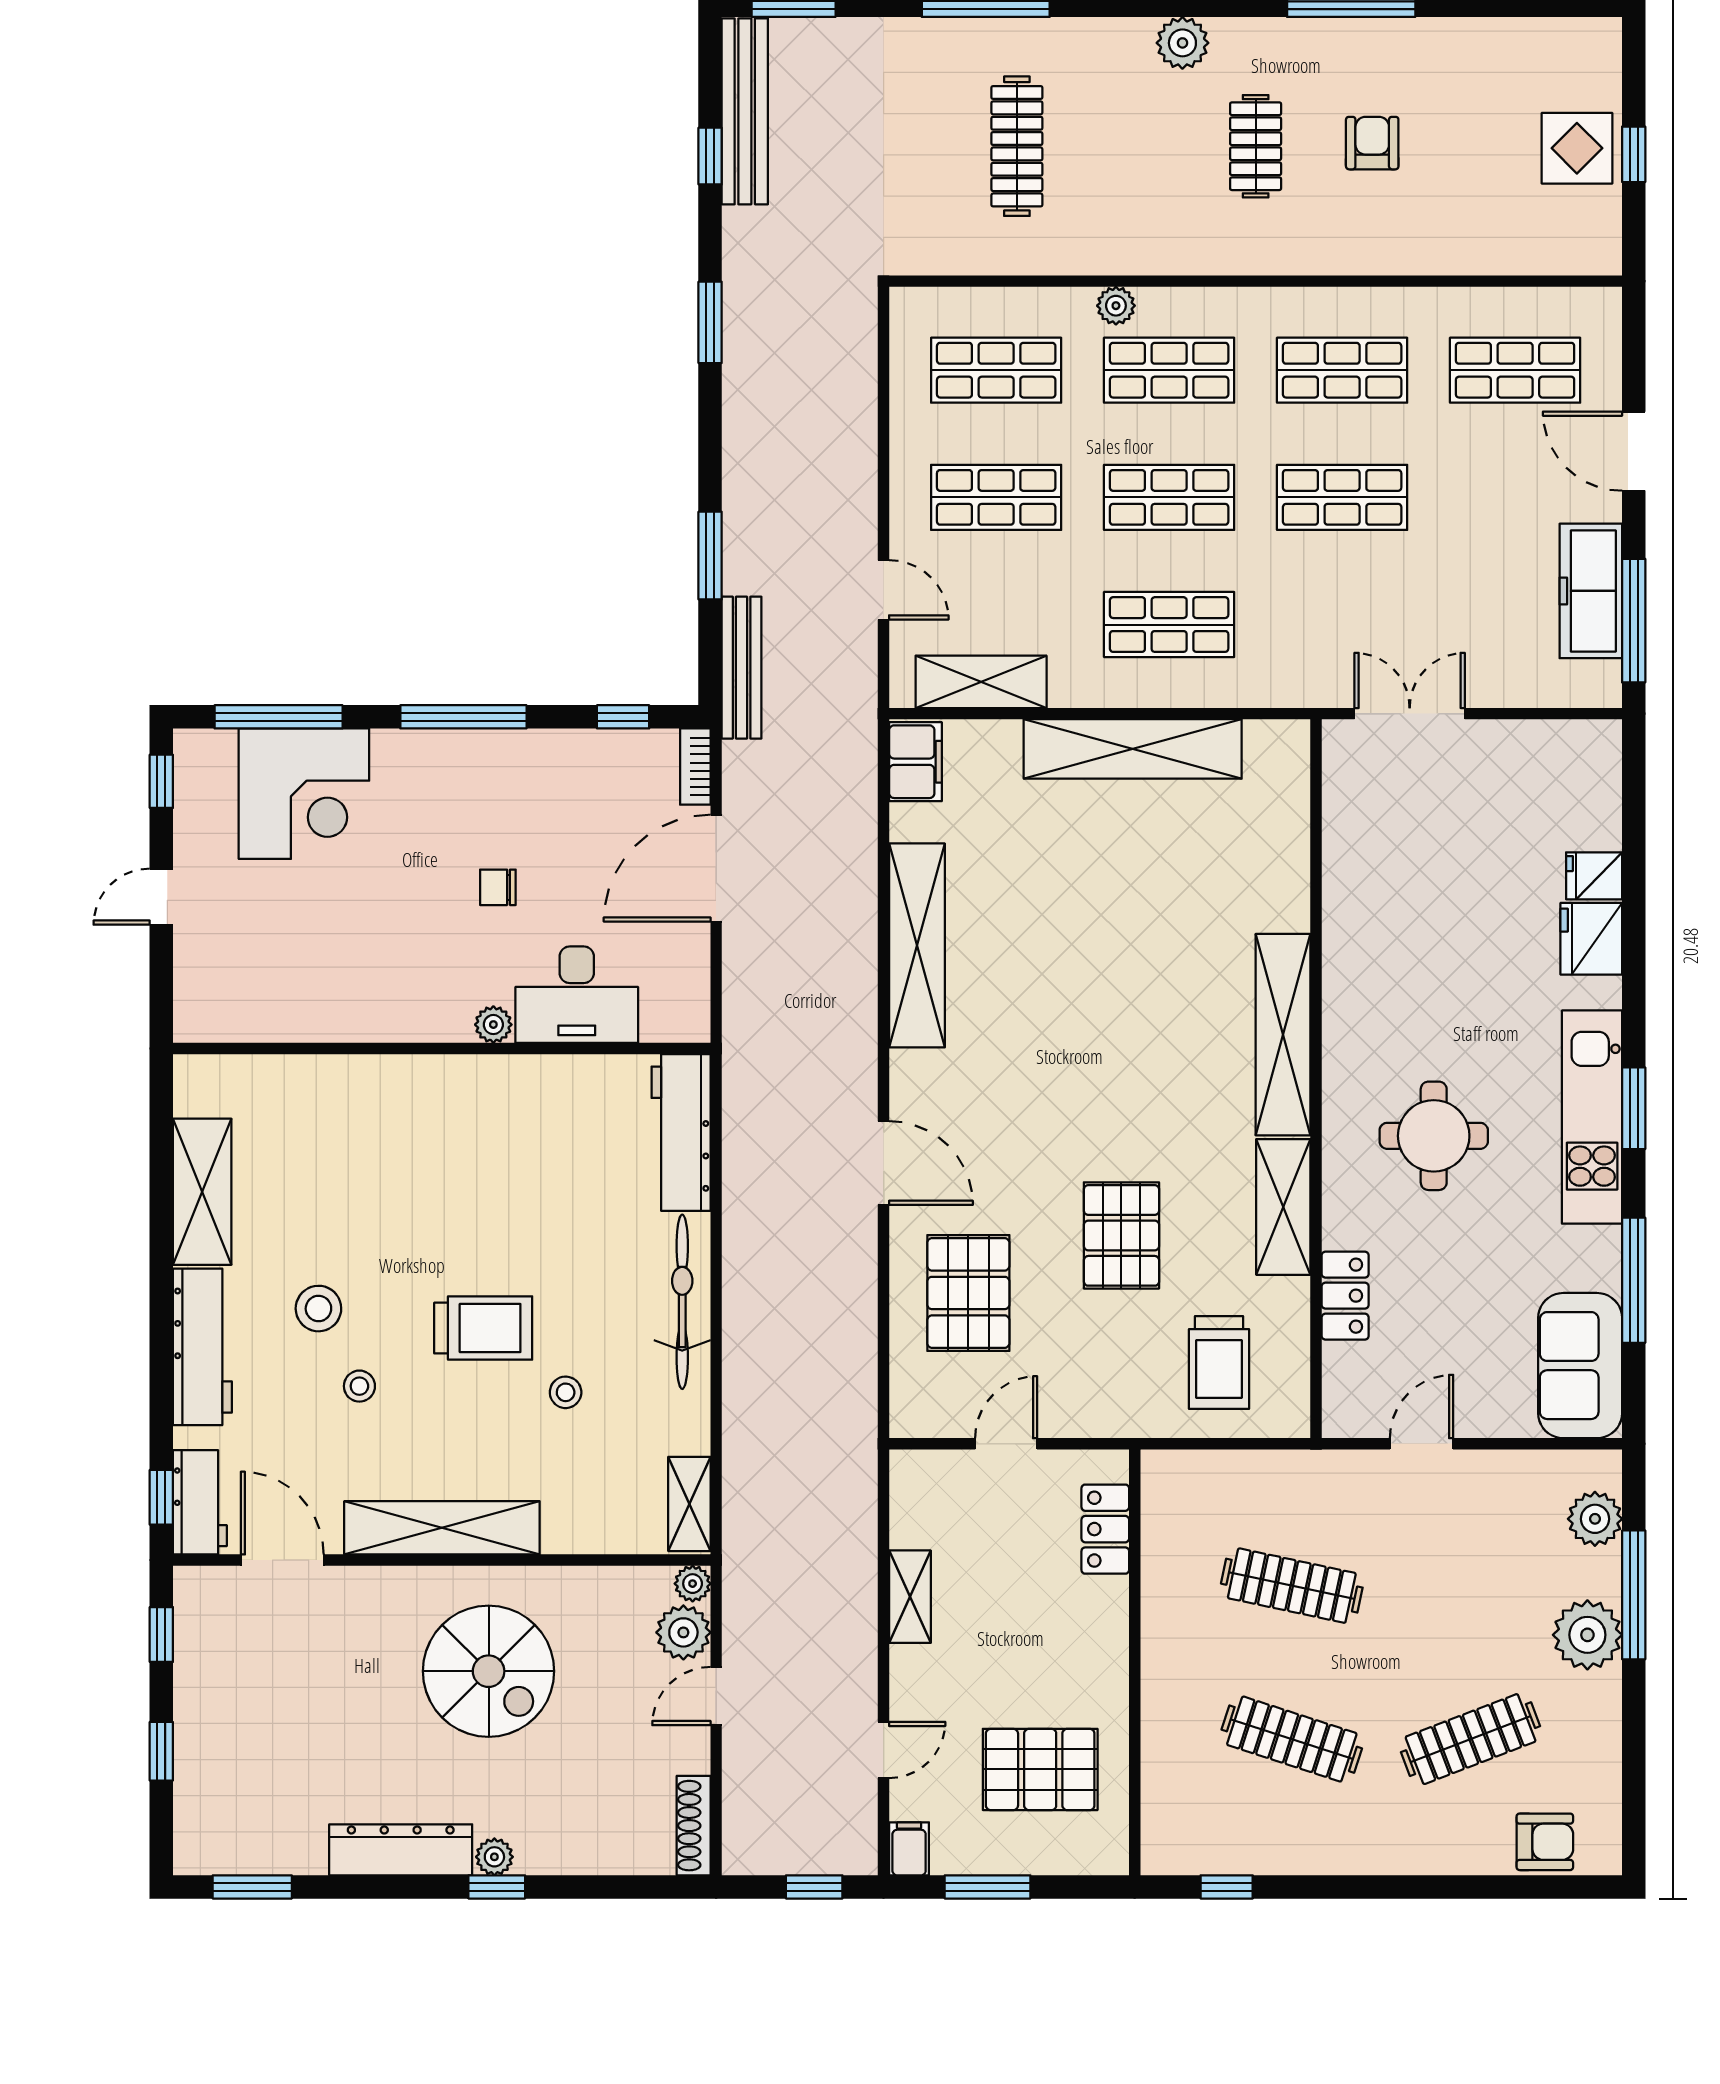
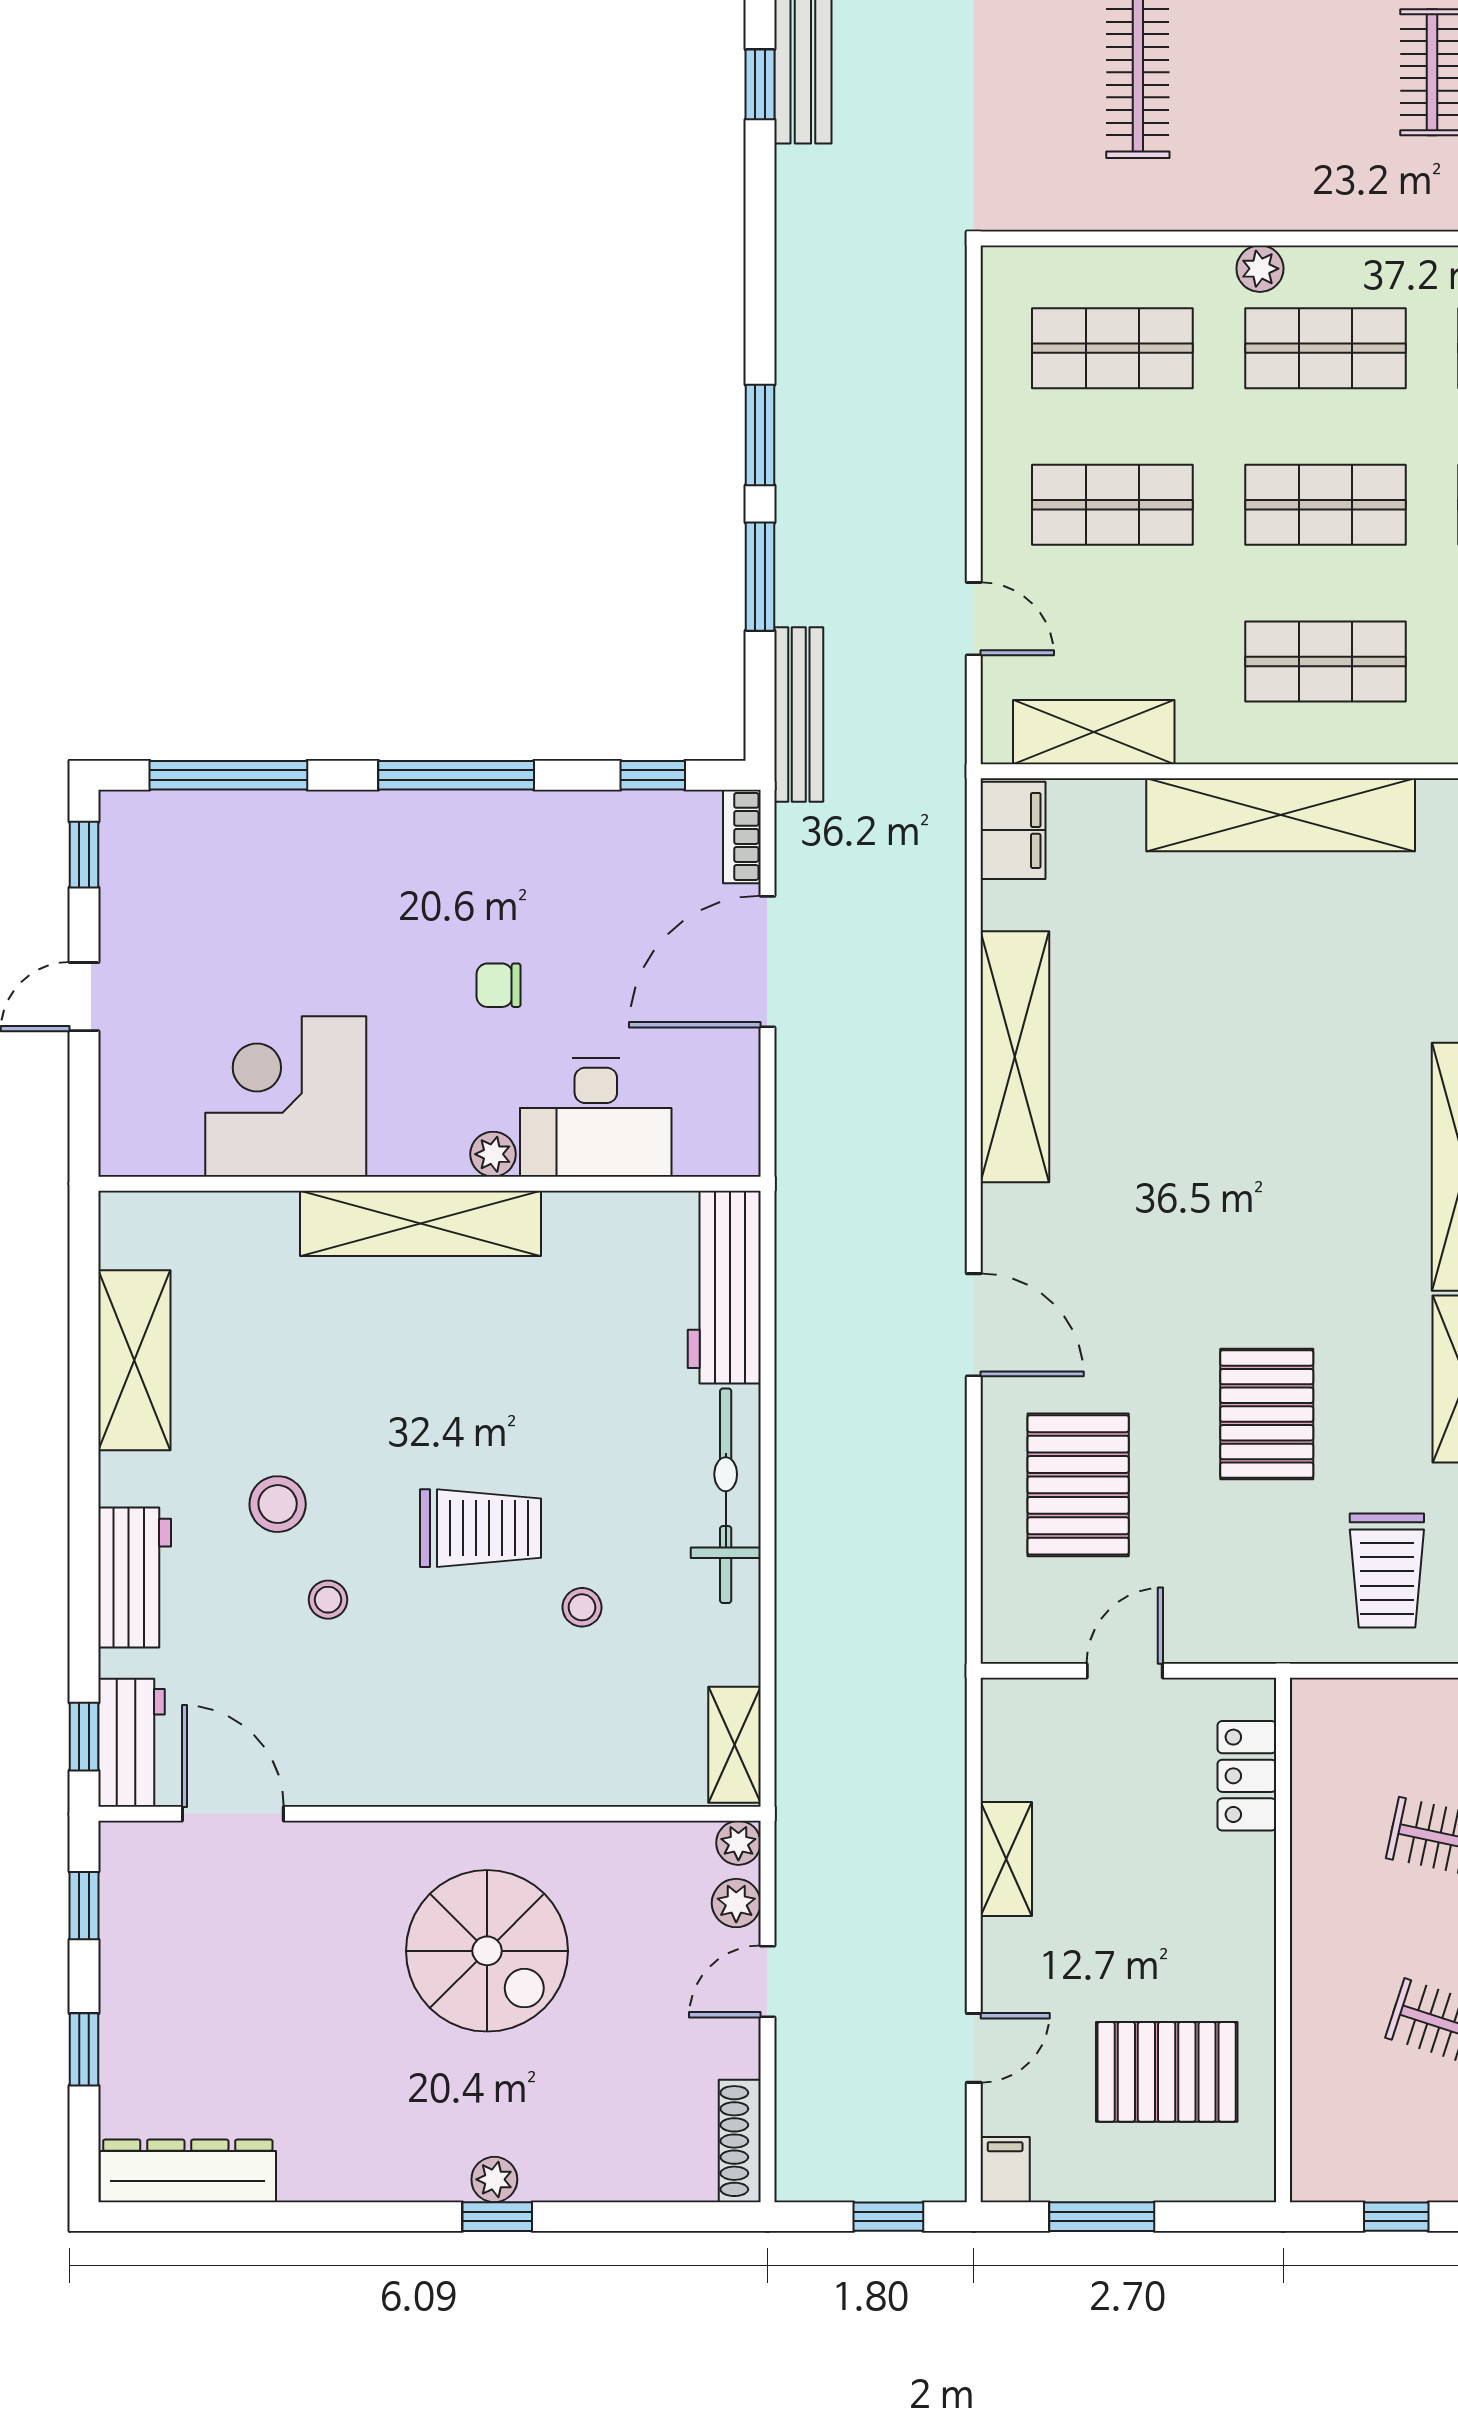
window: (710, 322) -> (760, 435), moved
corner desk: (304, 794) -> (286, 1096), moved, turned 180
workbench: (202, 1347) -> (135, 1578), width x0.73
shelving: (442, 1528) -> (420, 1223), moved
plant: (683, 1632) -> (736, 1903), width x0.73, depth x0.73
dresser: (401, 1850) -> (188, 2171), moved
window: (252, 1887) -> (196, 2217), removed

